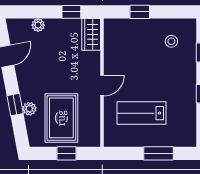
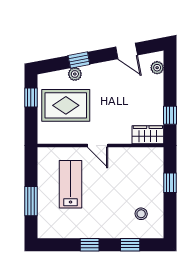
plant: (38, 25) -> (157, 68), moved
window: (66, 153) -> (31, 97), moved

